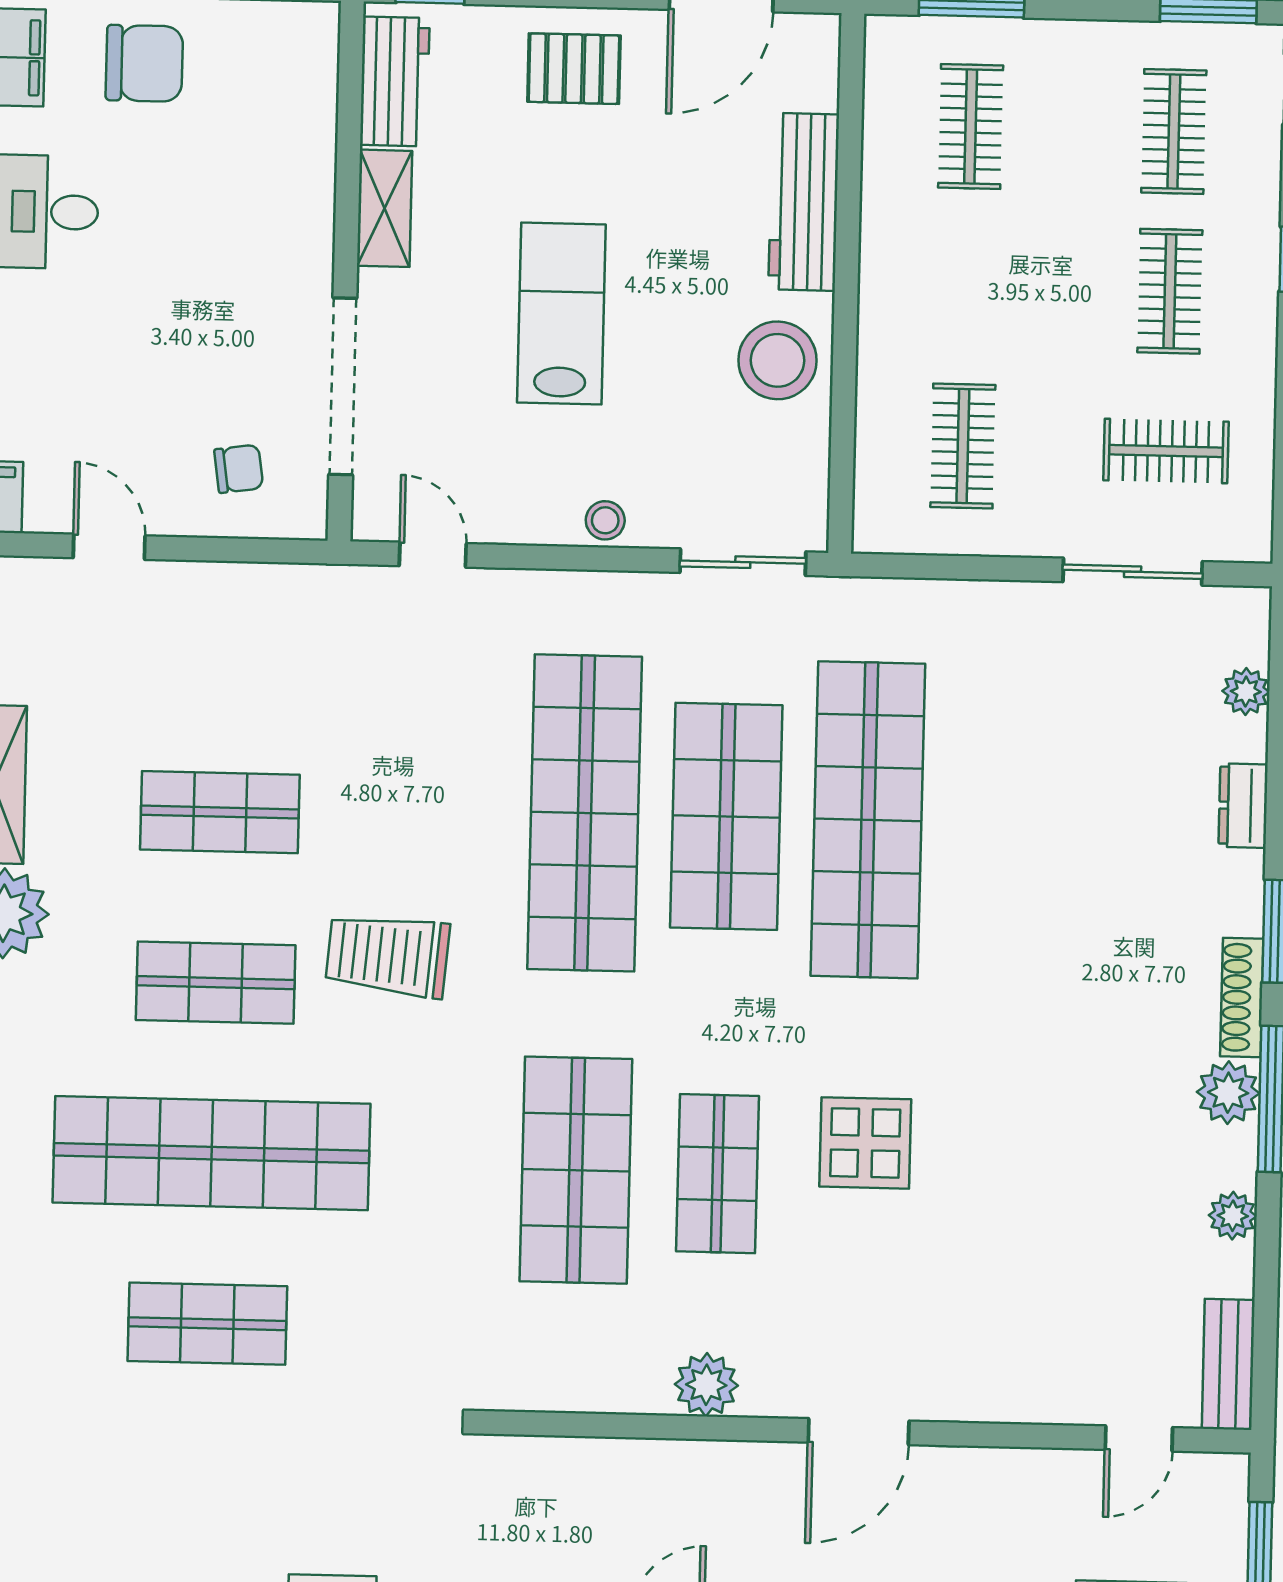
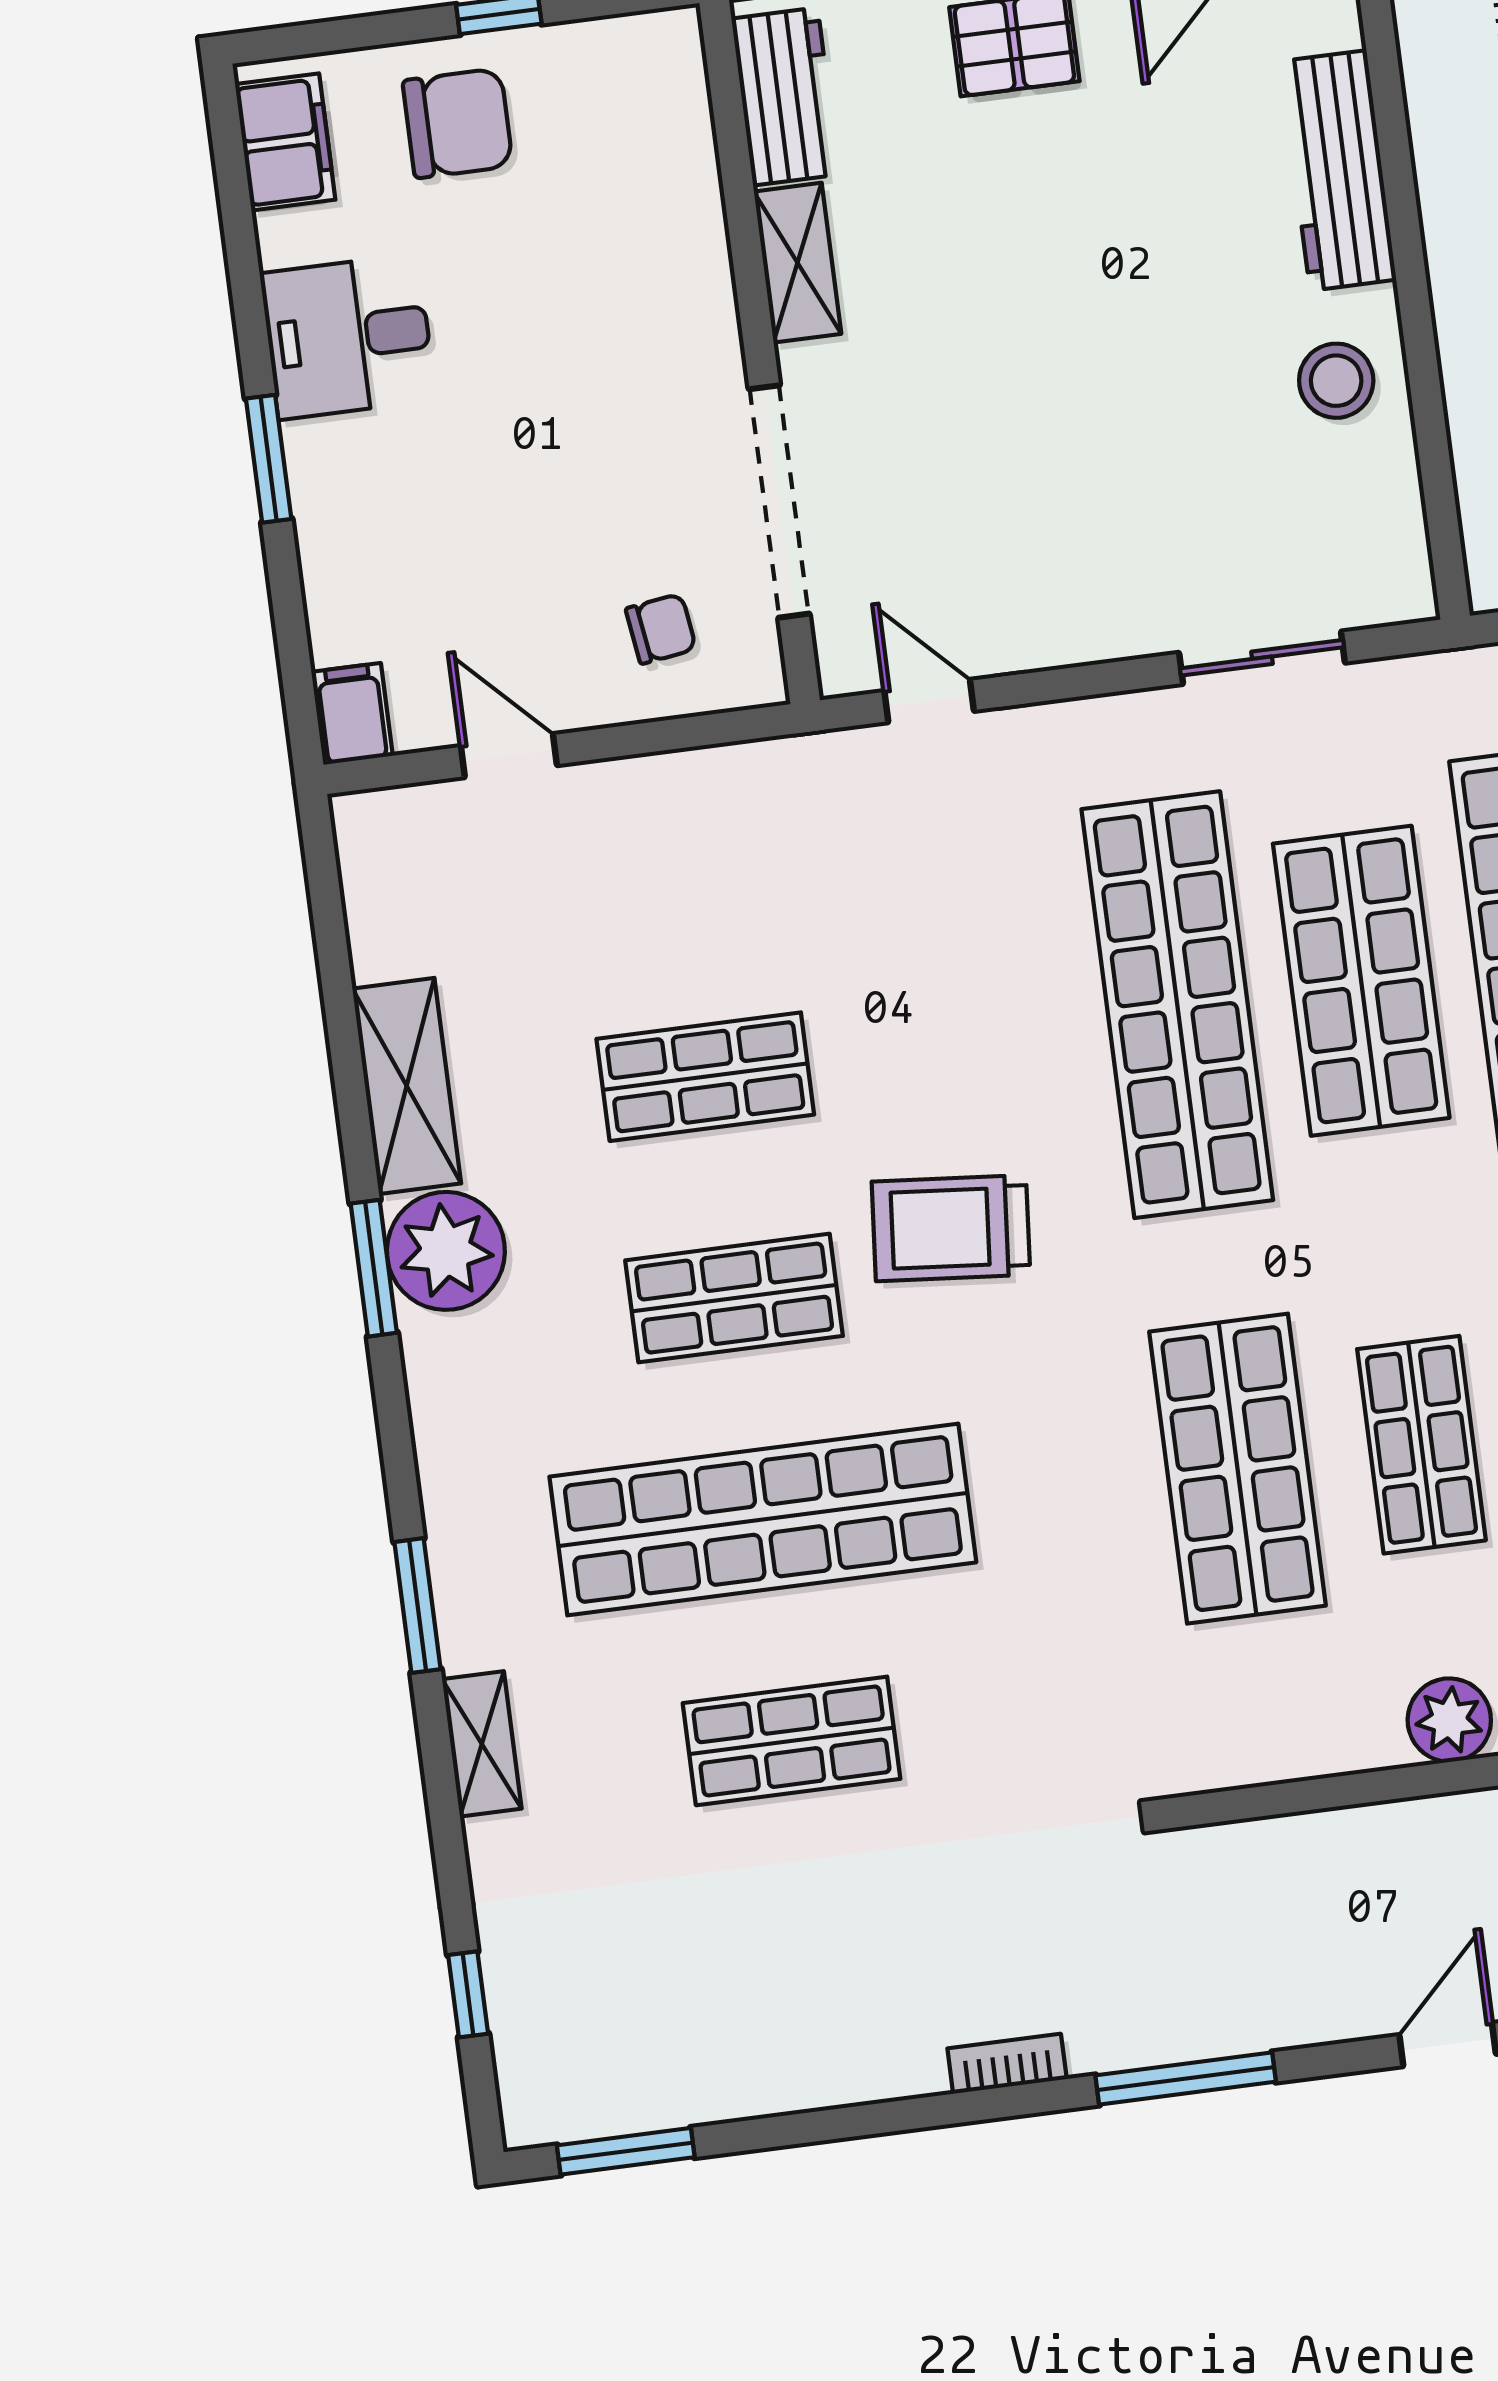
lab bench: (561, 314) -> (1047, 363), removed
stool: (777, 360) -> (1336, 381), width x0.73, depth x0.73
stool: (605, 520) -> (1145, 622), removed
sliding door: (743, 562) -> (1262, 658), moved

